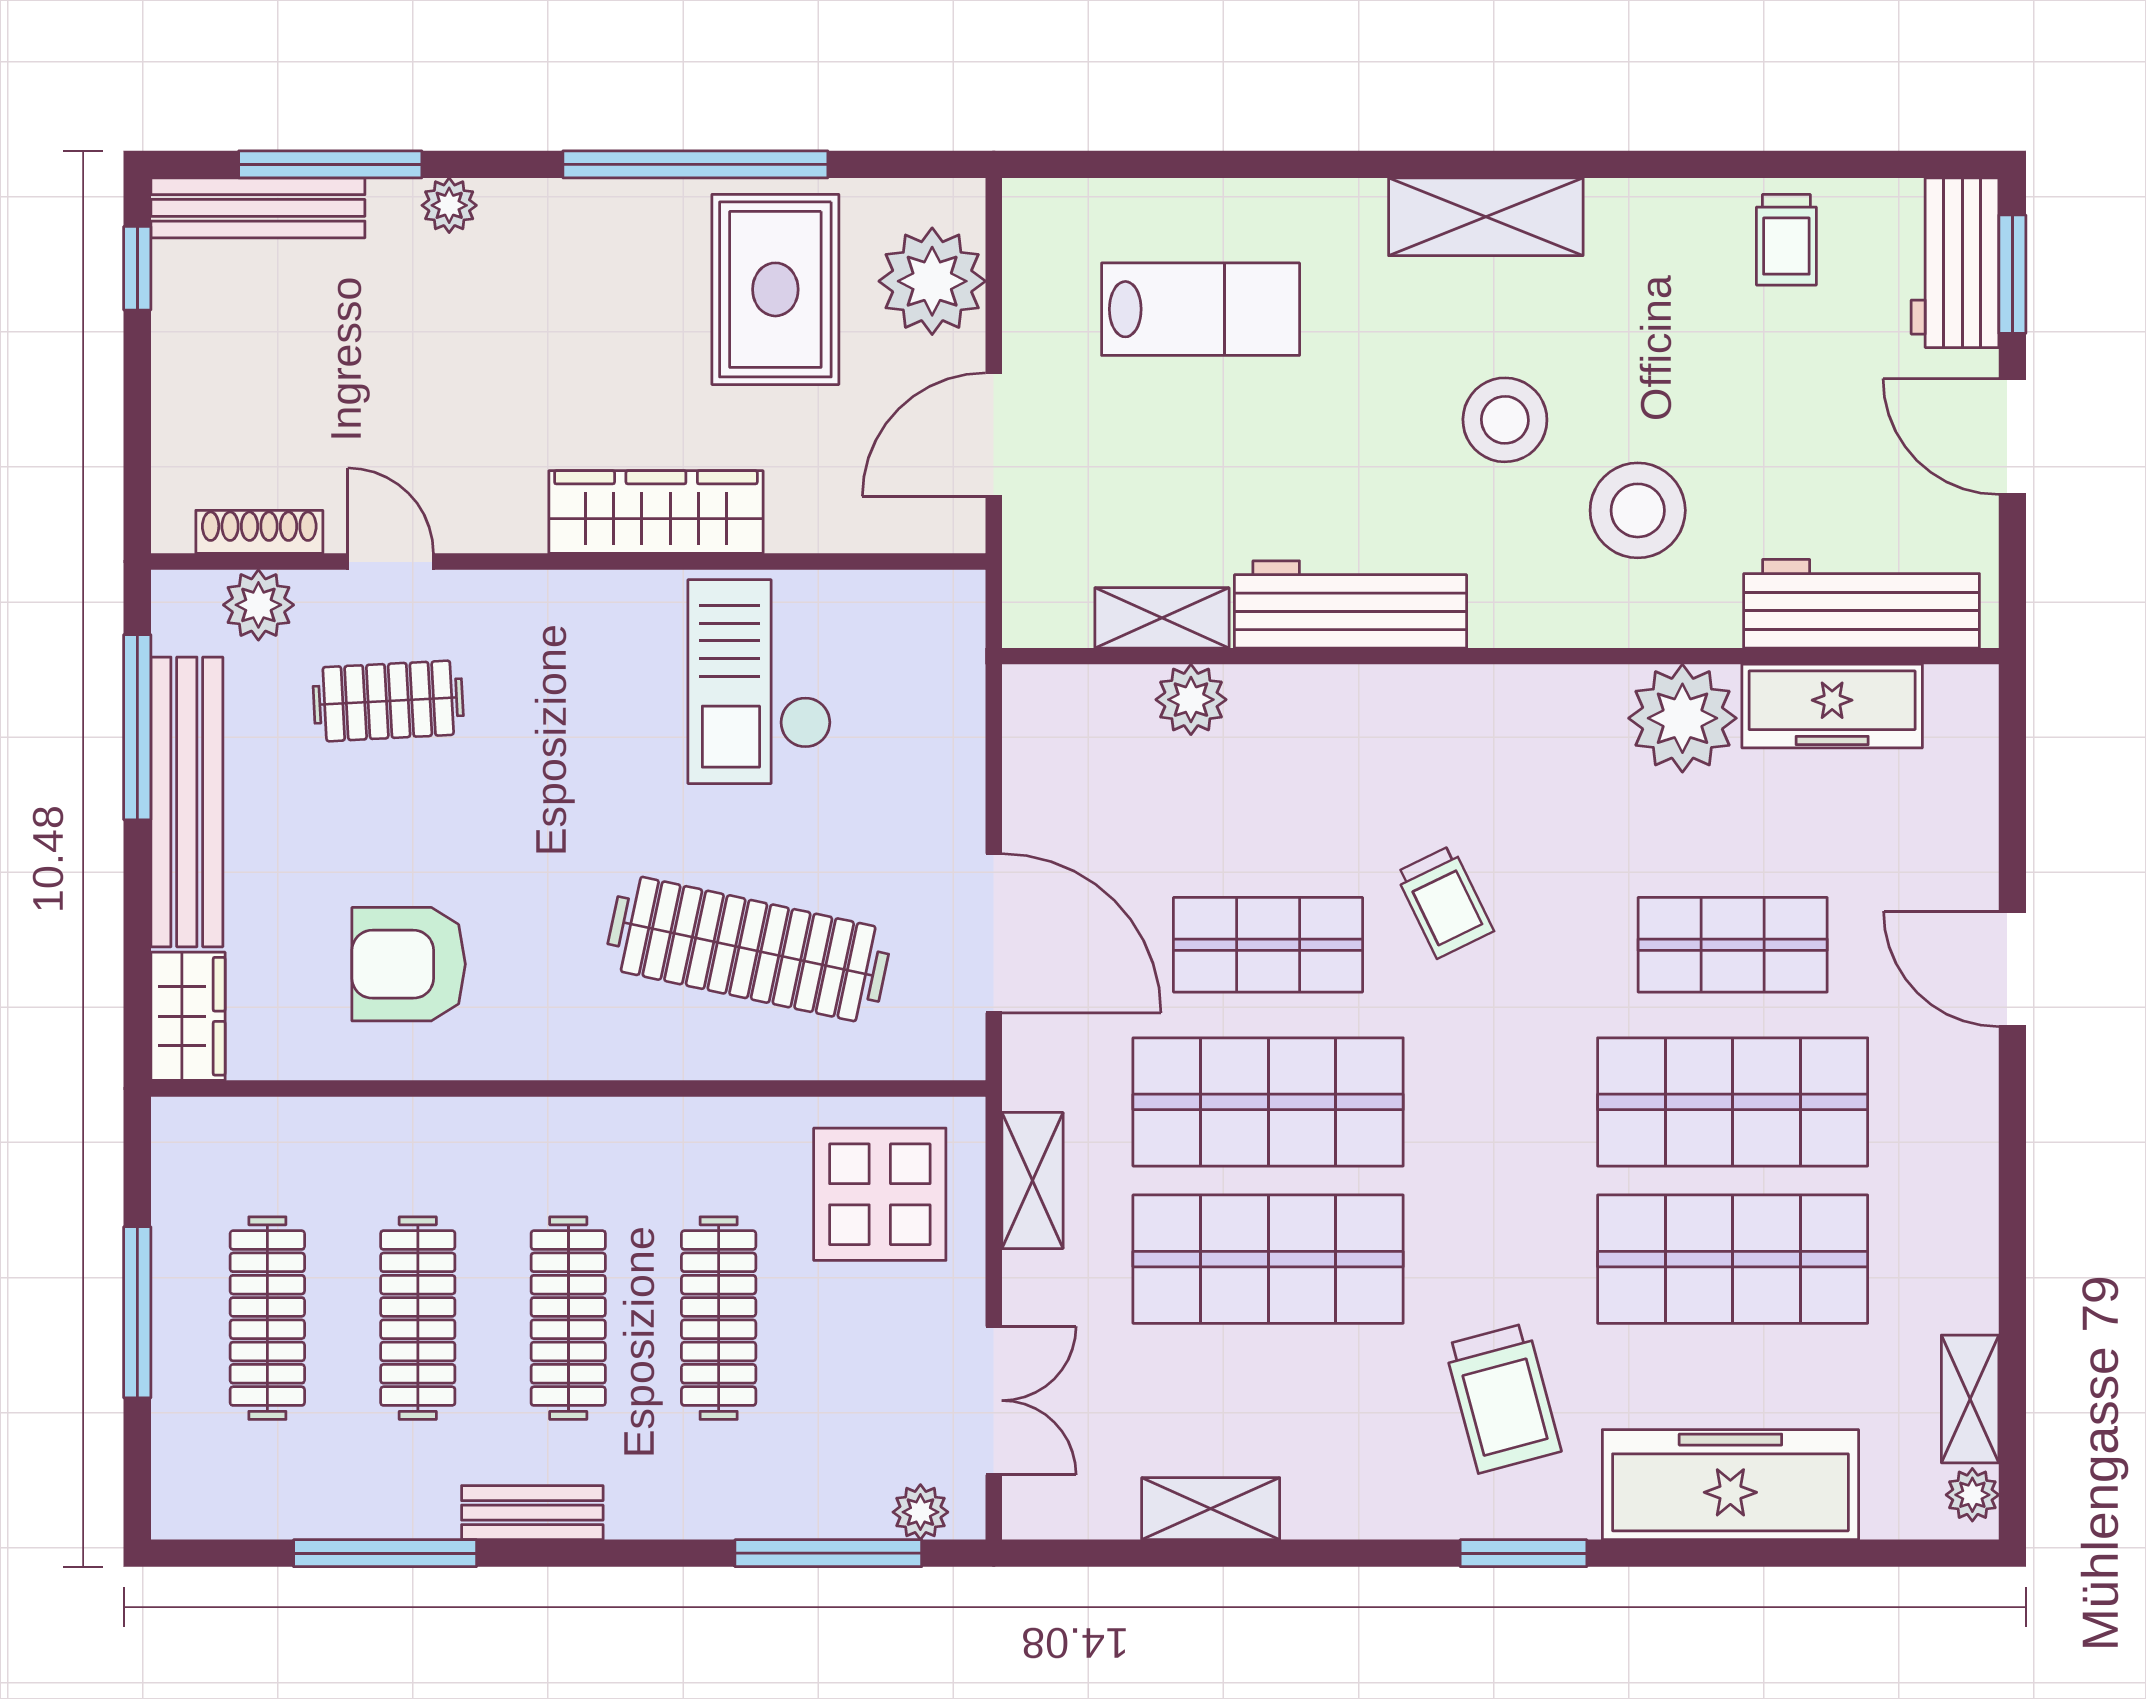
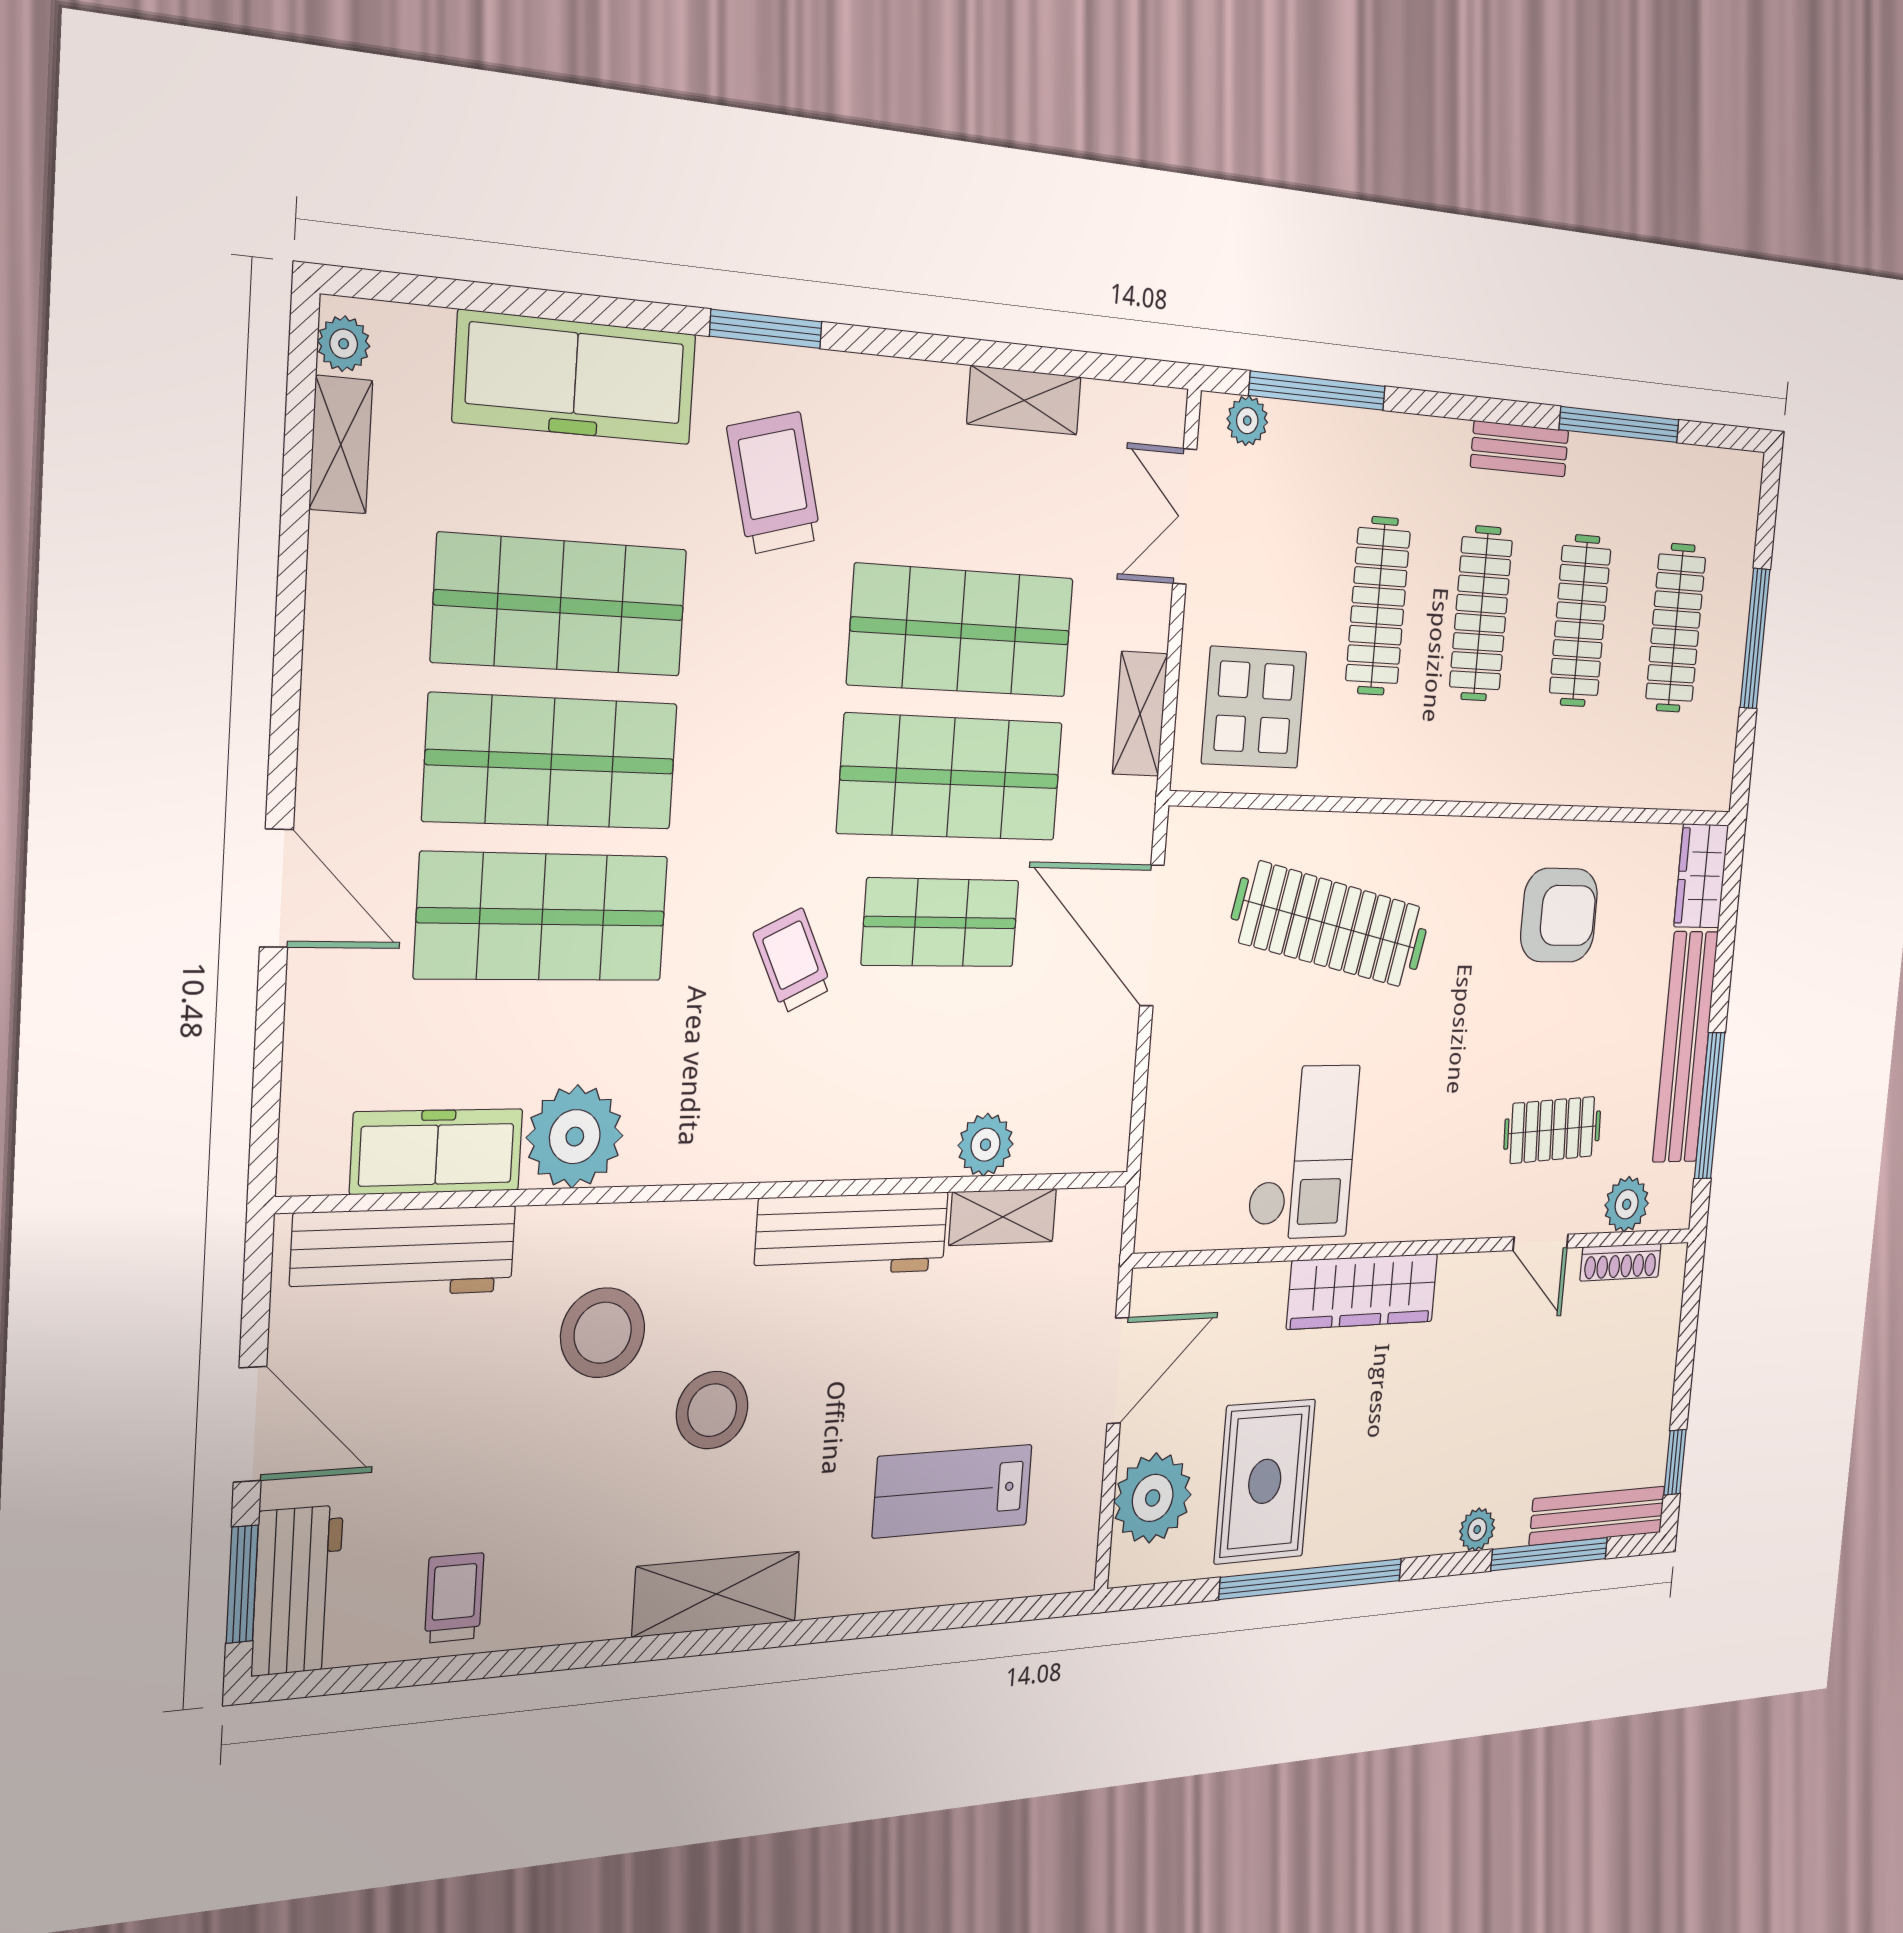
shop shelf: (1733, 945) -> (542, 917), width x1.43, depth x1.36

